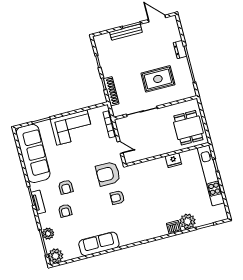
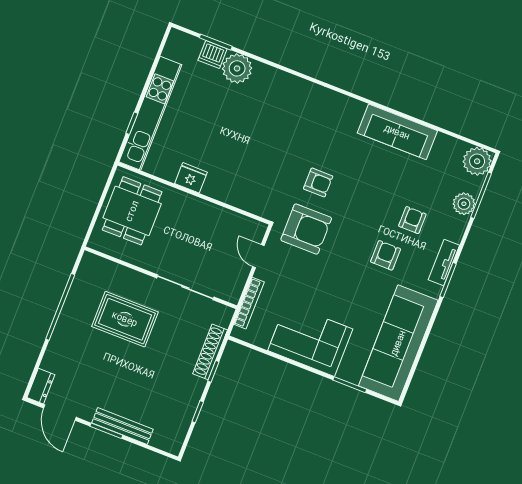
dresser: (180, 49) -> (41, 386), moved
dishwasher: (174, 227) -> (213, 54), moved

